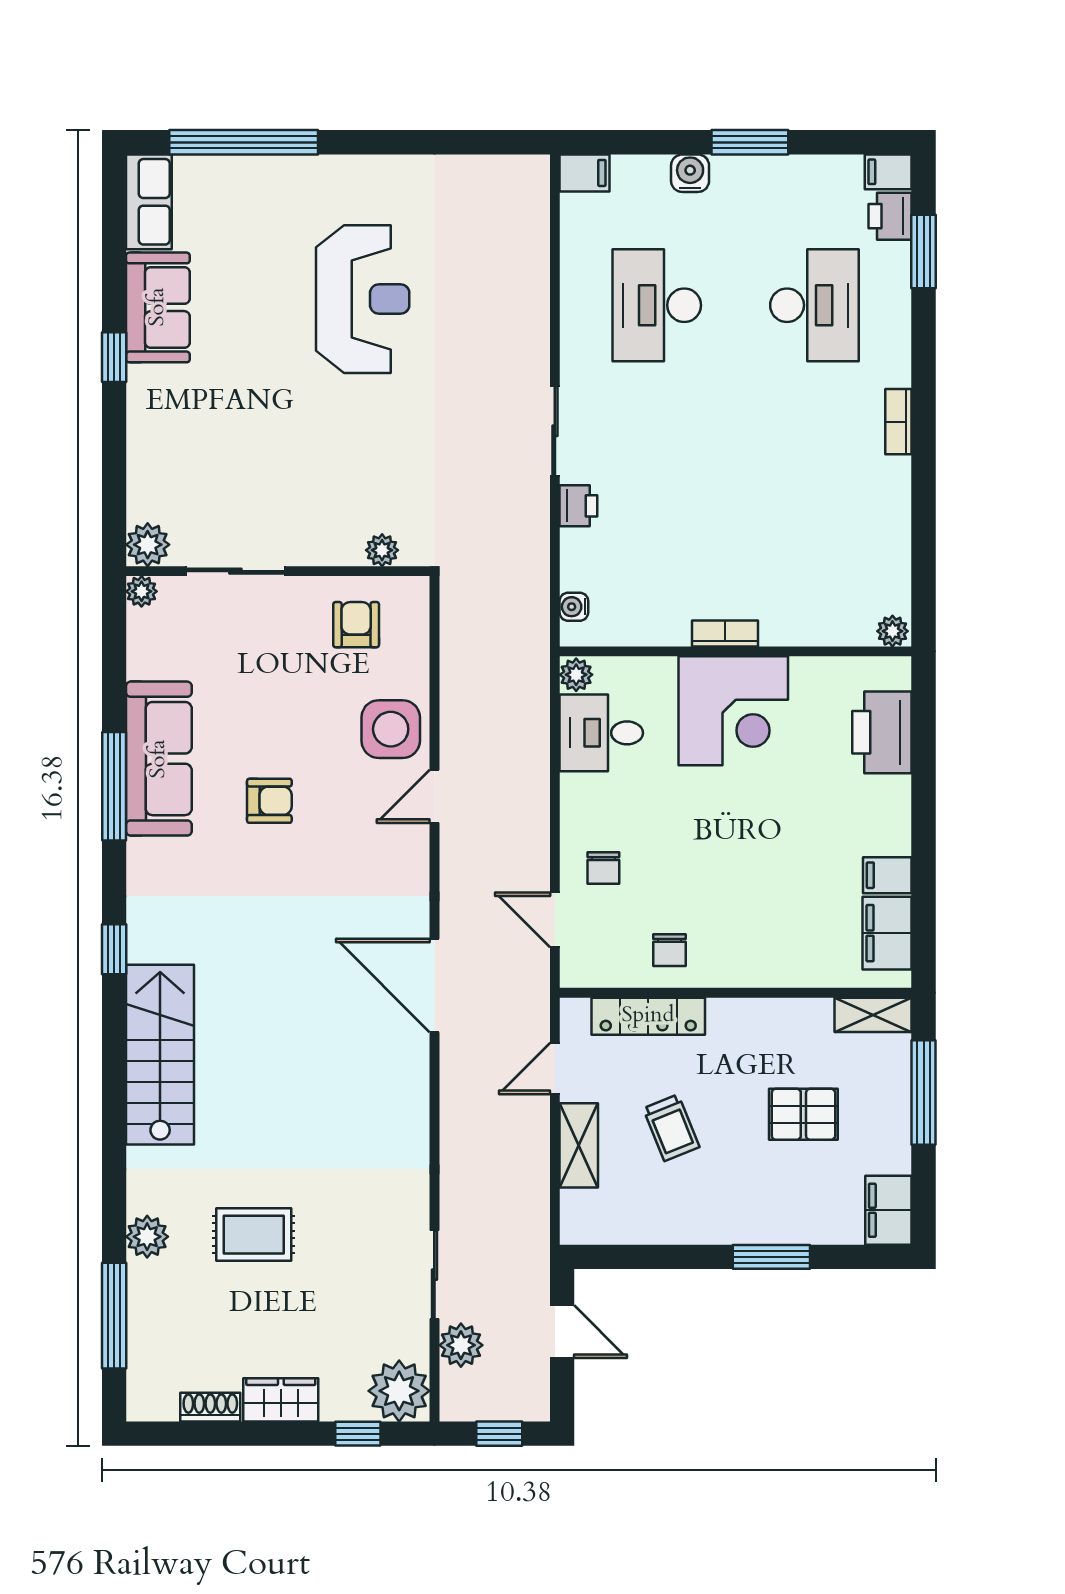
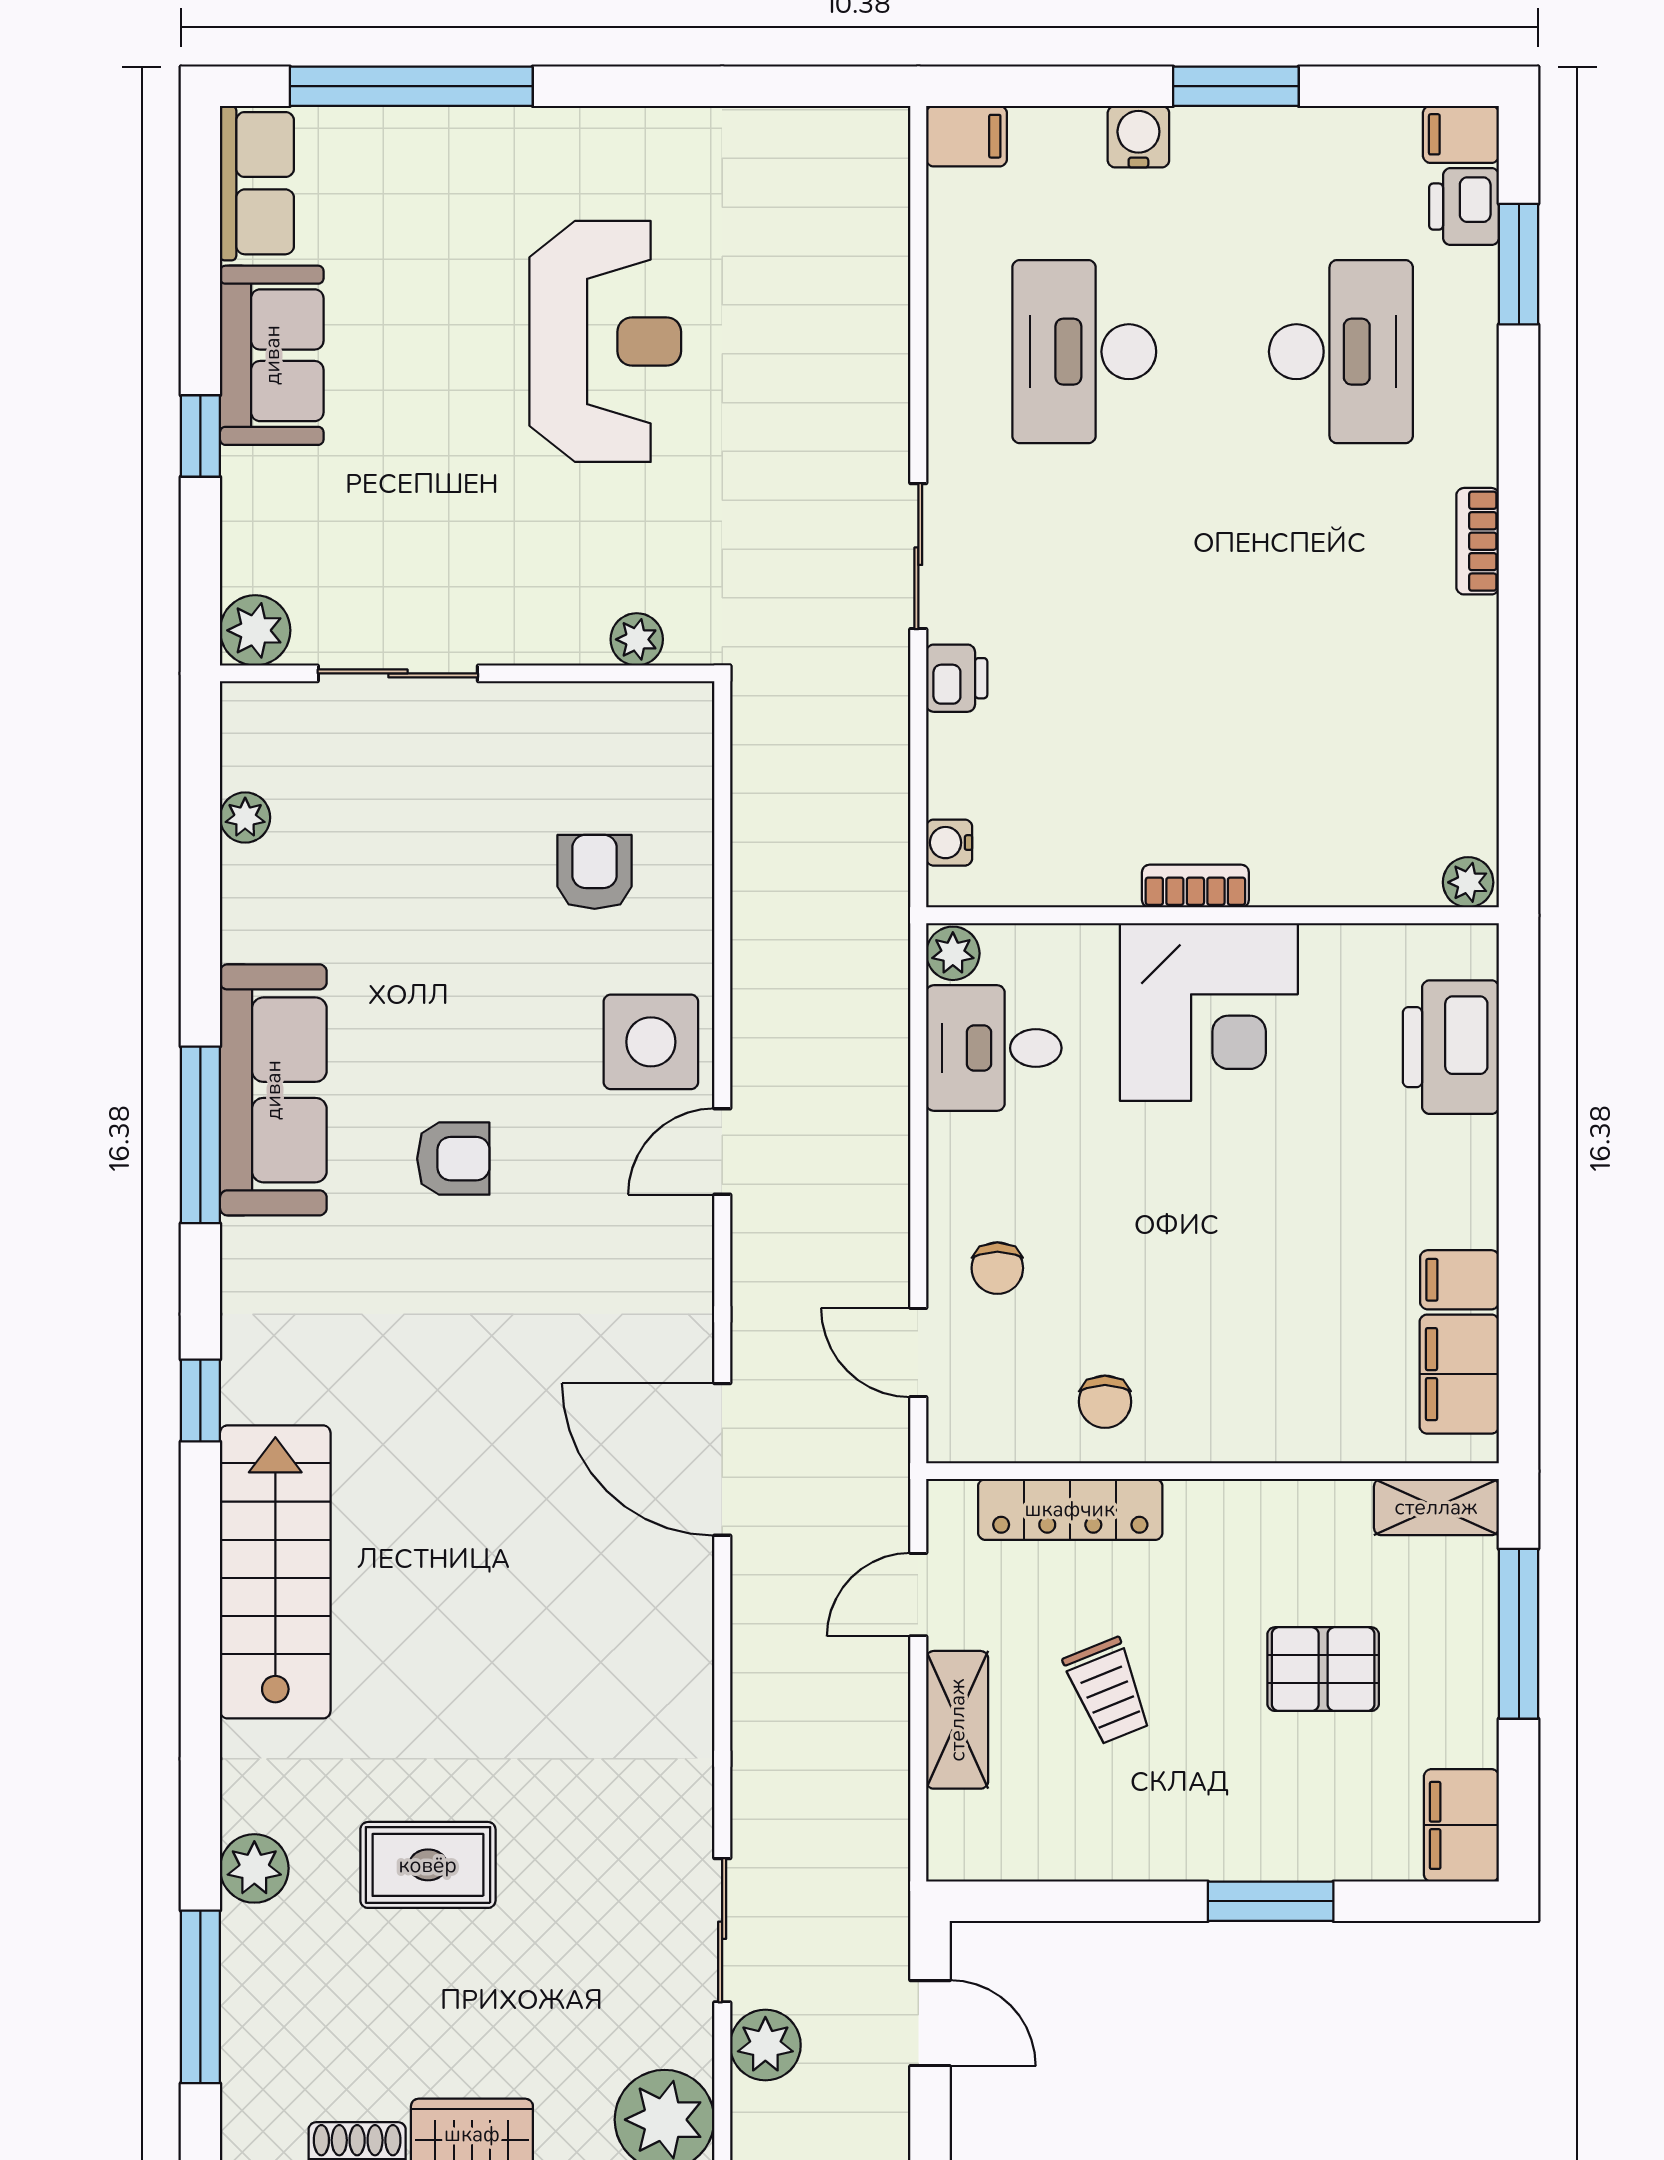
plant: (148, 545) -> (255, 630), moved
plant: (382, 550) -> (637, 639), moved
sliding door: (235, 571) -> (398, 673), moved
wall: (278, 571) -> (467, 673), moved

